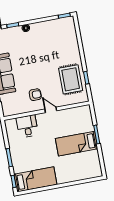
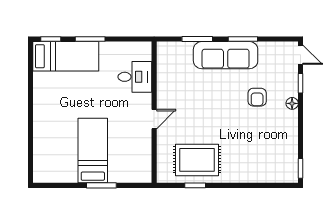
armchair: (35, 95) -> (257, 97), moved
bed: (35, 179) -> (66, 56), moved, turned -90

